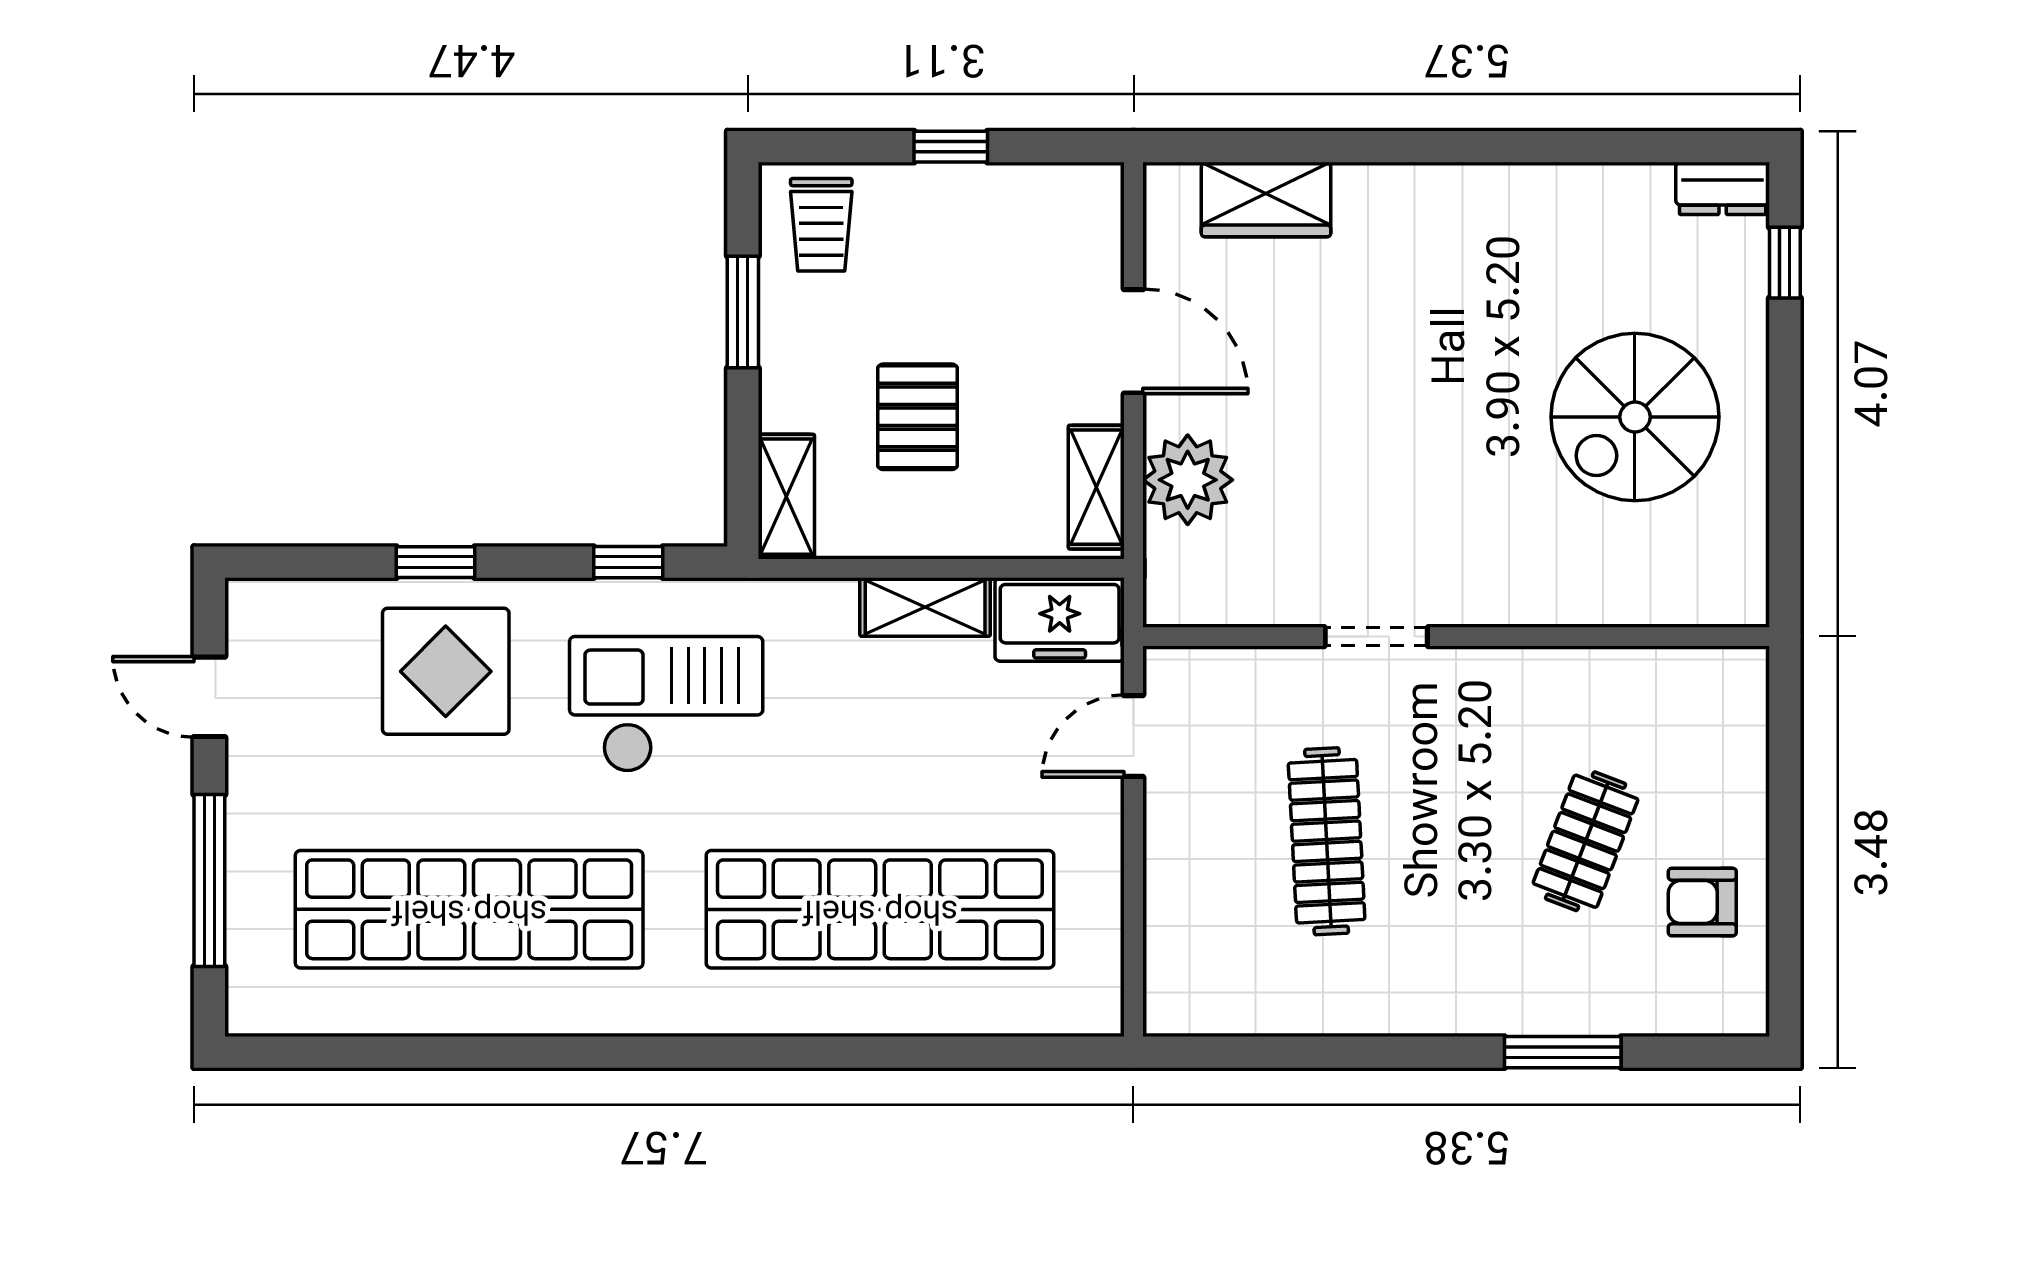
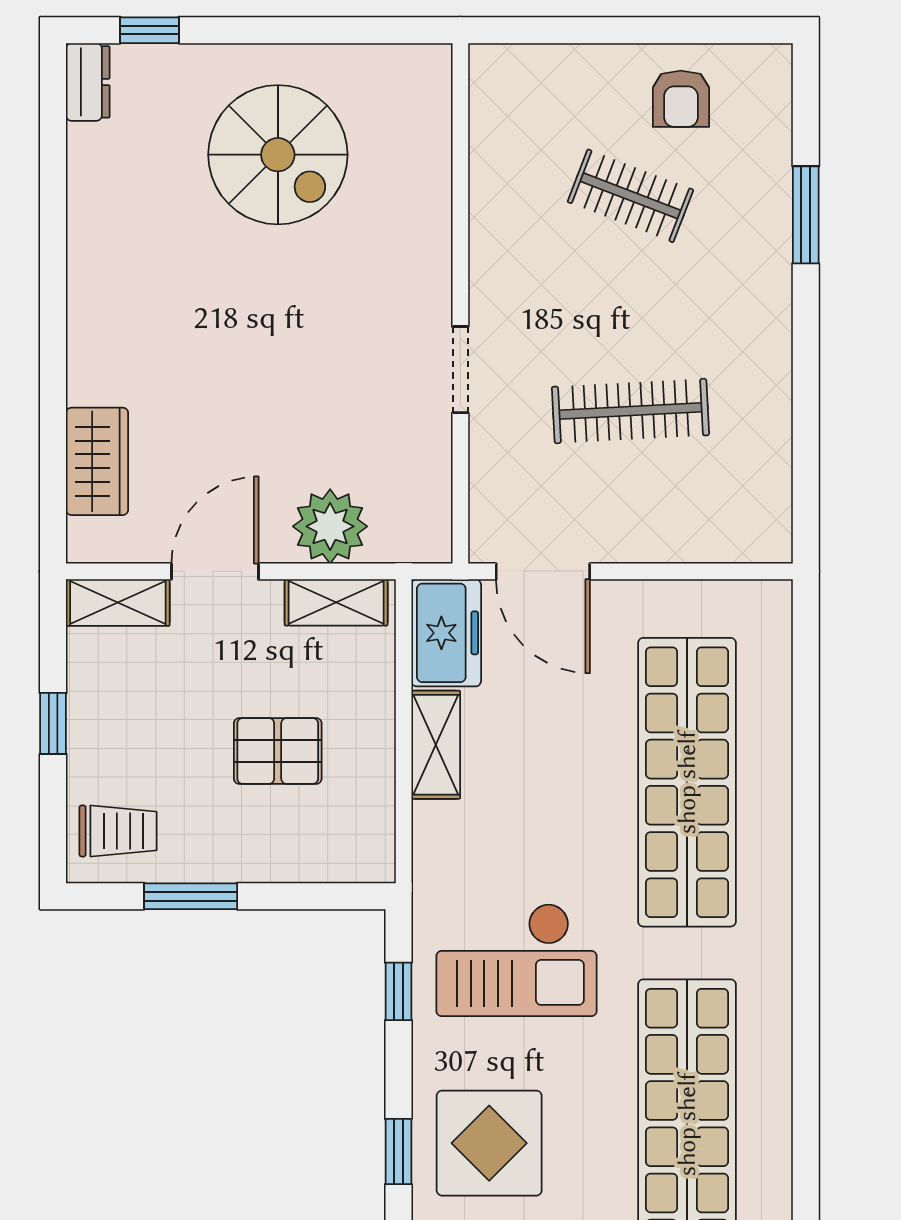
shelving: (786, 497) -> (118, 603), moved
checkout: (666, 704) -> (517, 960), turned -90
door: (1134, 736) -> (543, 571), width x1.38

